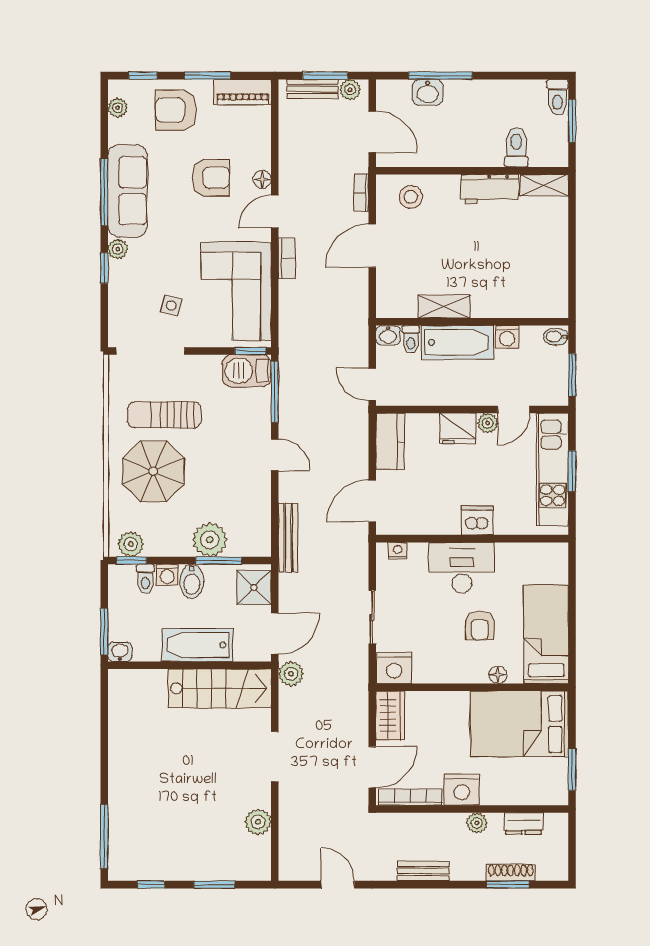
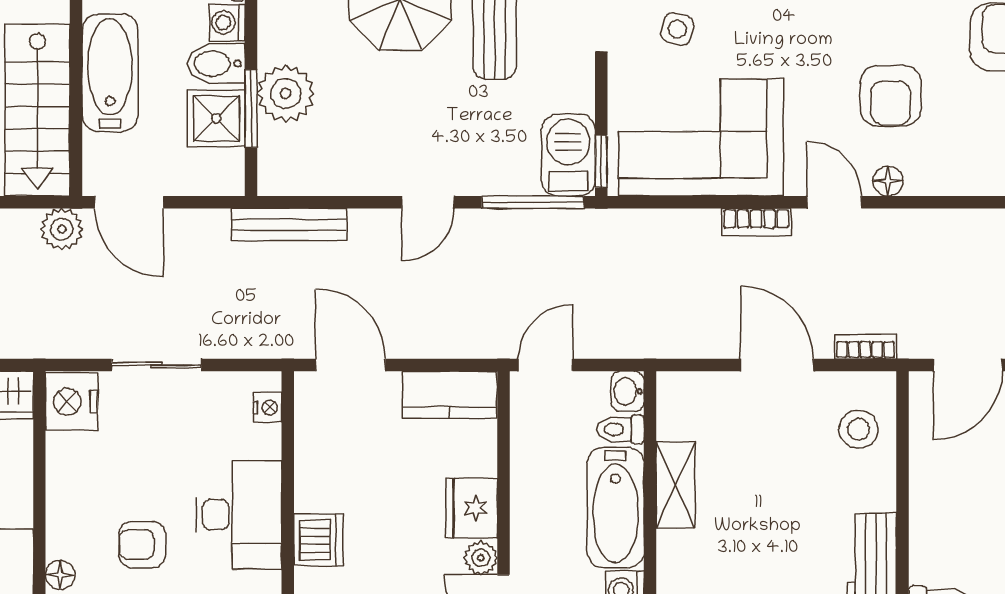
shower: (254, 588) -> (216, 118), moved

